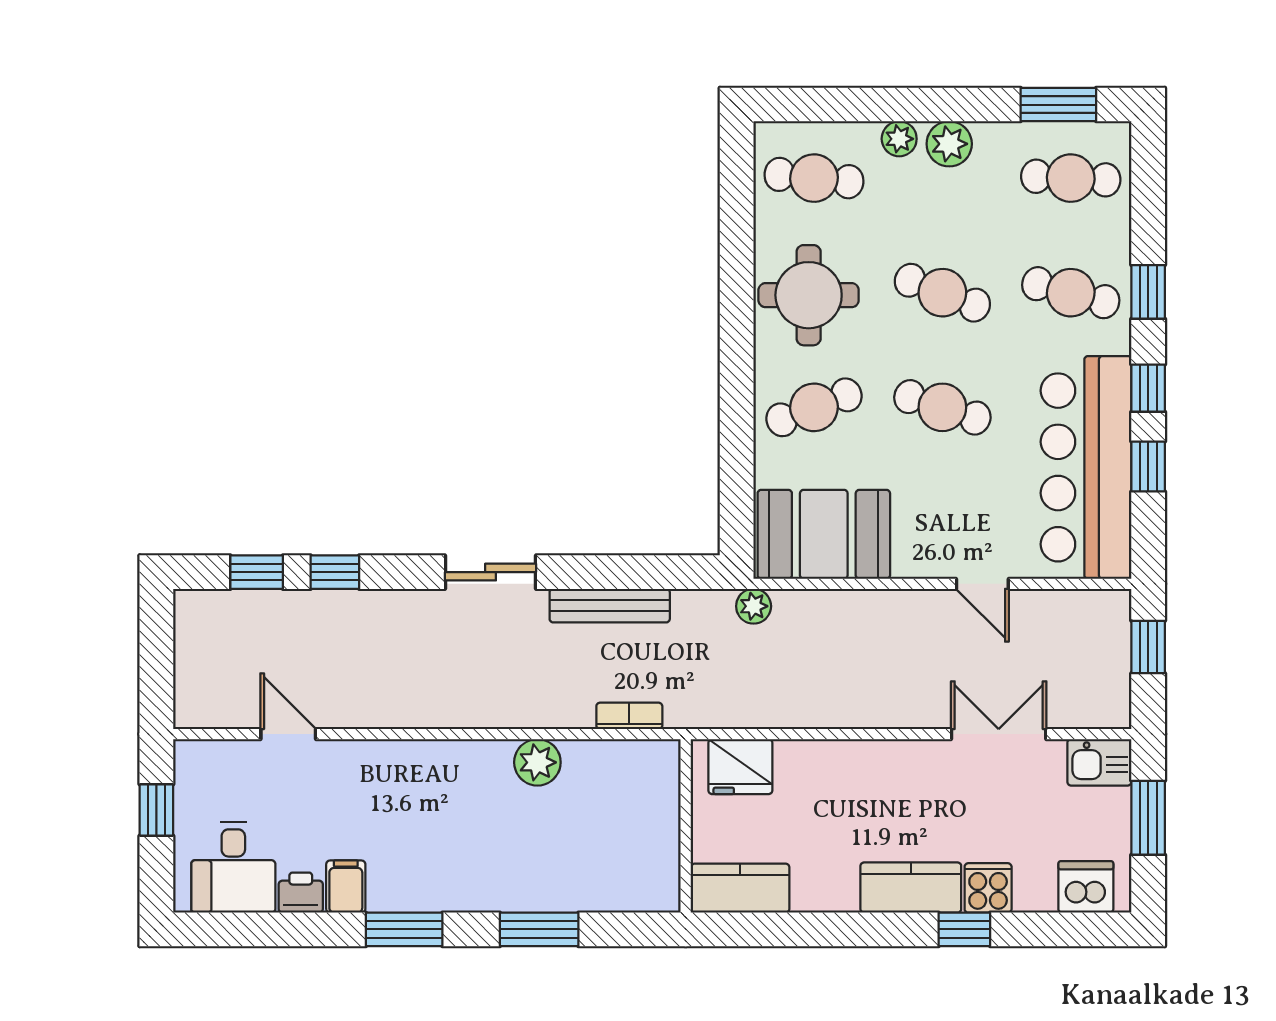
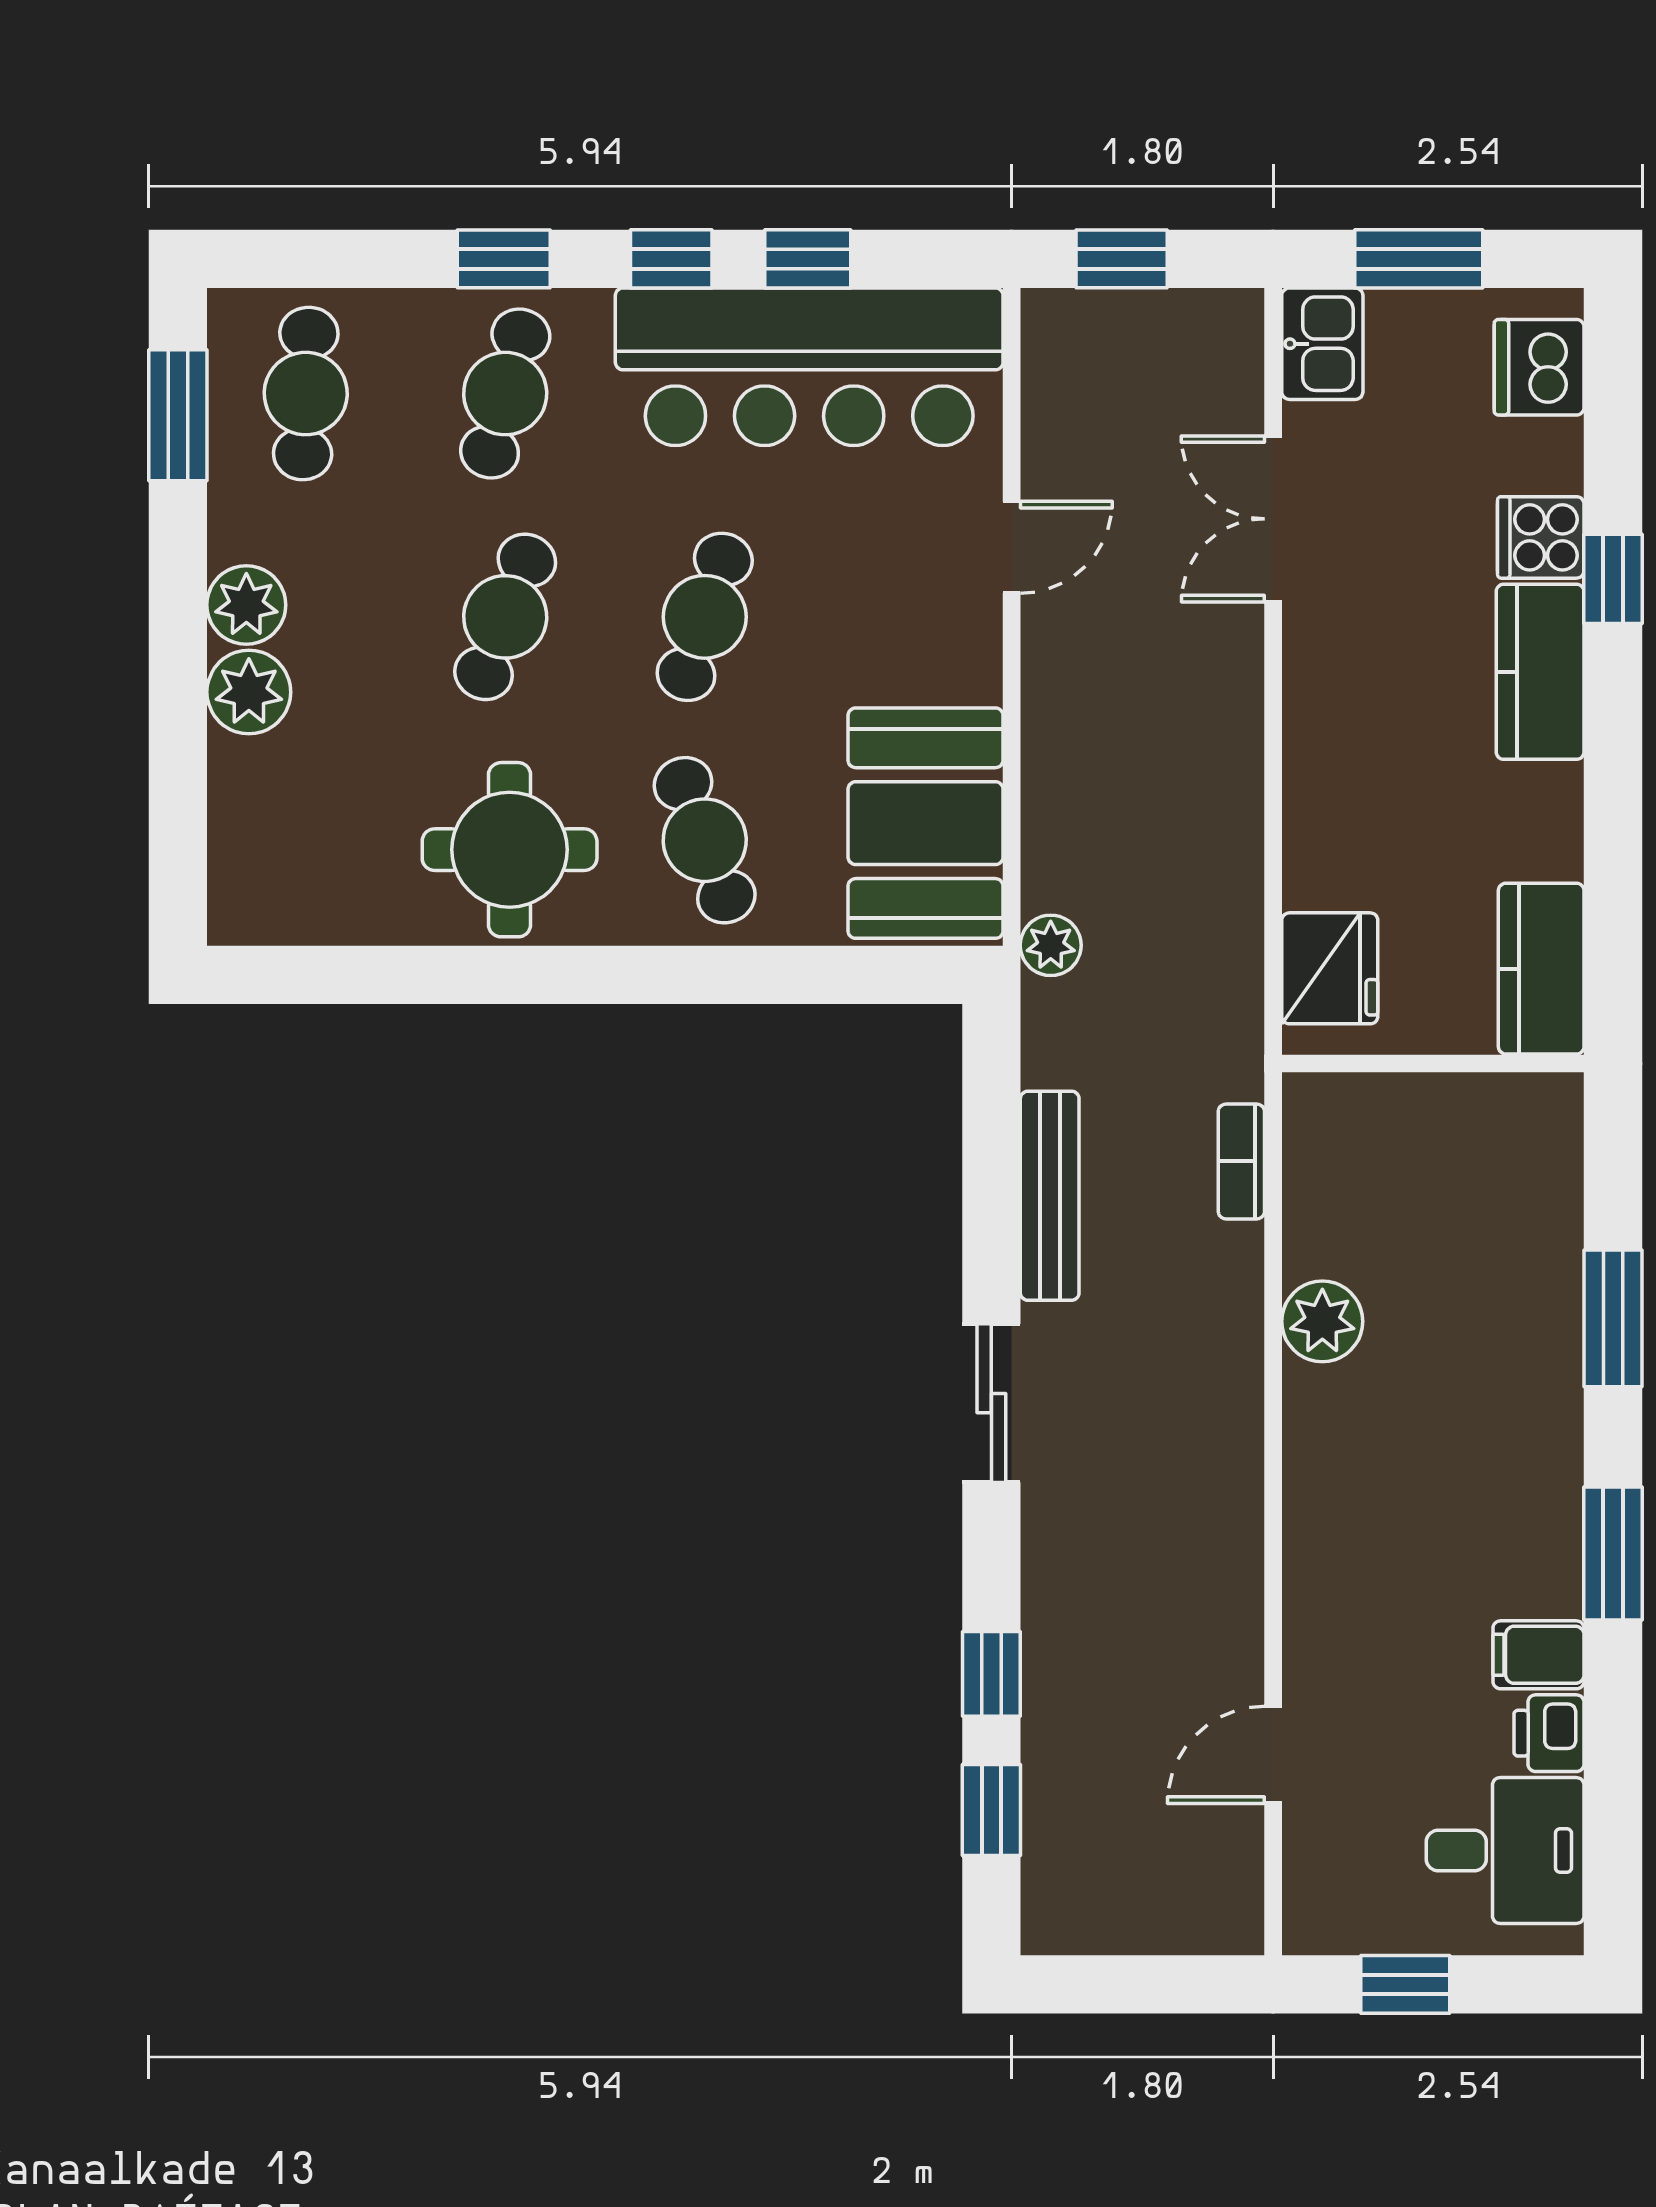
plant: (899, 139) -> (249, 692), width x1.38, depth x1.38
cafe table: (814, 178) -> (306, 840), removed

